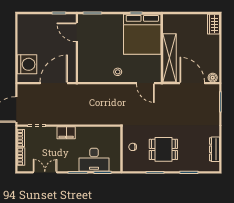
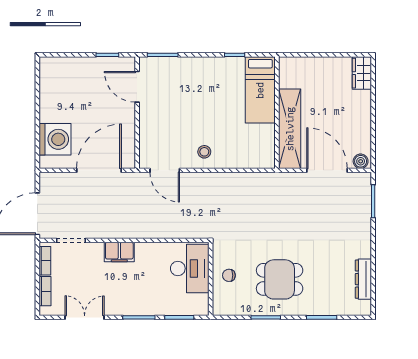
bed: (142, 34) -> (260, 90), width x0.49
door: (145, 83) -> (165, 170), moved
desk: (94, 160) -> (190, 268), moved, turned -90

